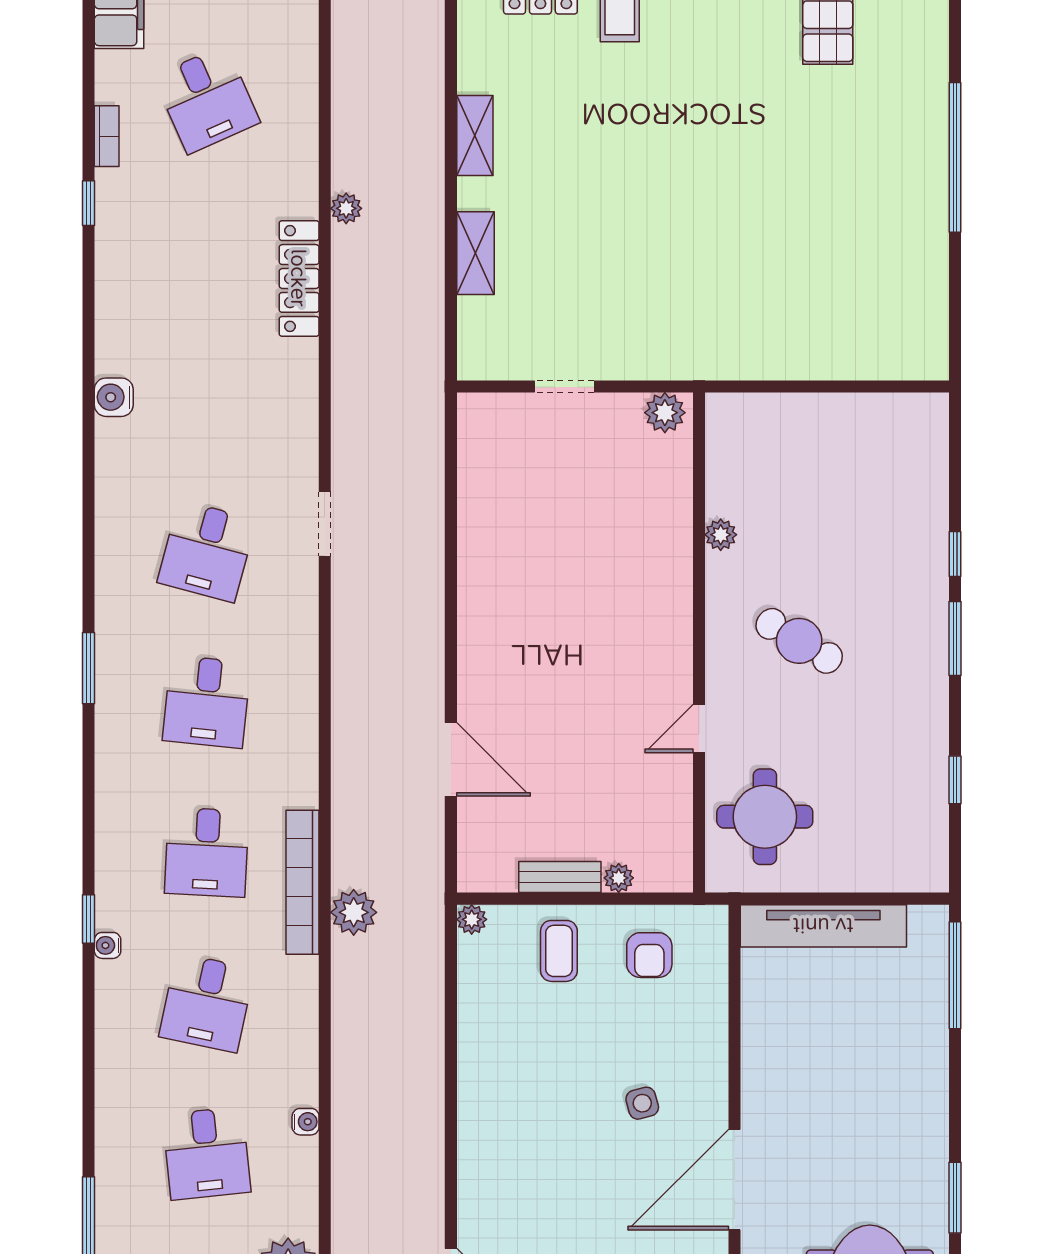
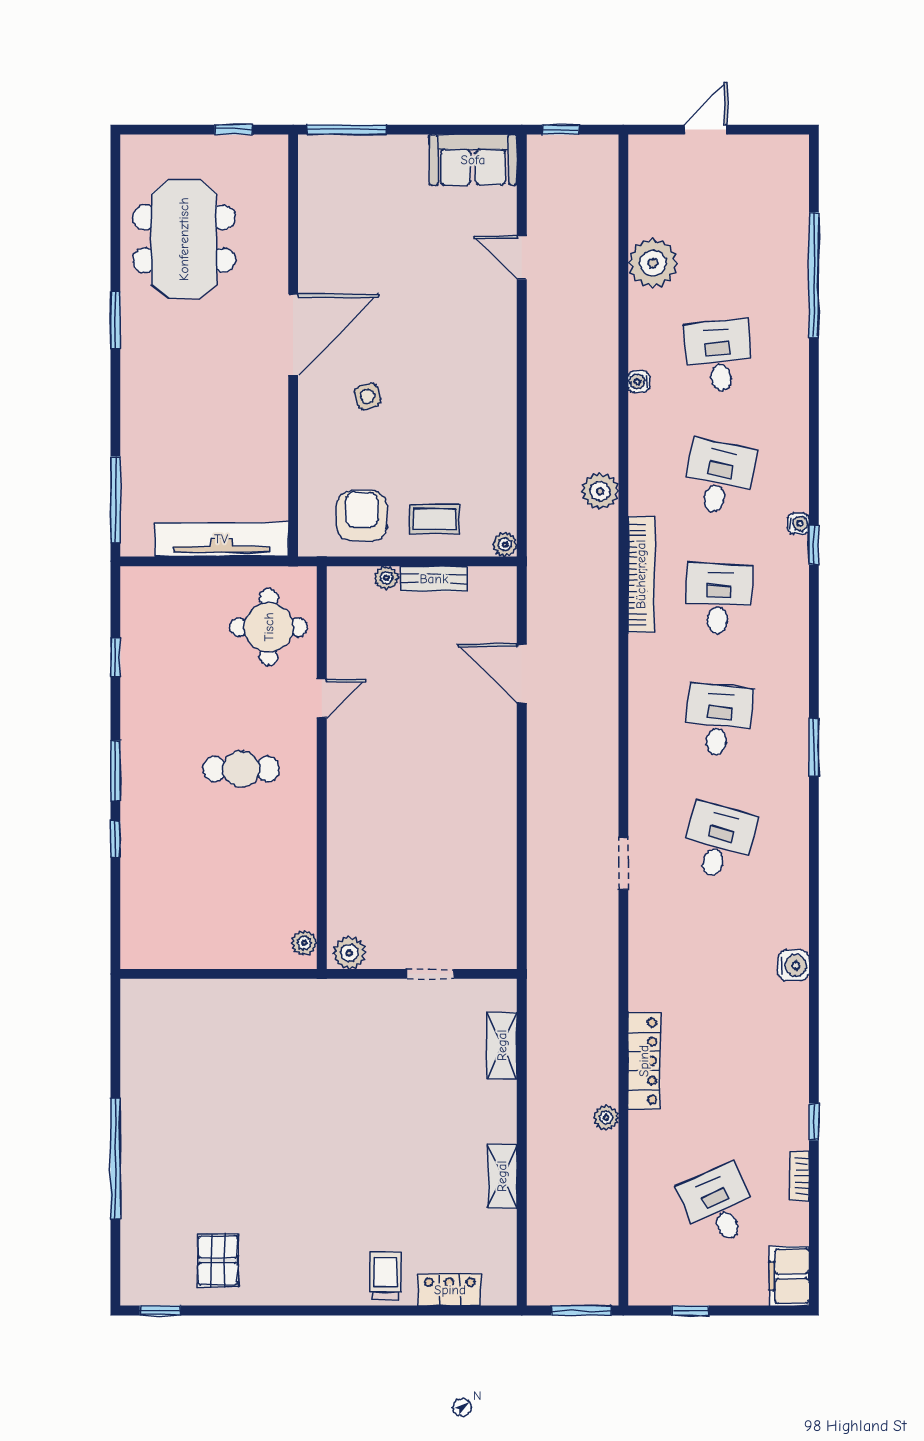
shelving: (475, 253) -> (502, 1045), moved
plant: (721, 535) -> (304, 943), moved
cafe table: (799, 641) -> (241, 769), turned -31
plant: (354, 912) -> (600, 491), moved
coffee table: (559, 951) -> (435, 519), turned 90
armchair: (649, 955) -> (362, 516), width x1.38, depth x1.38

